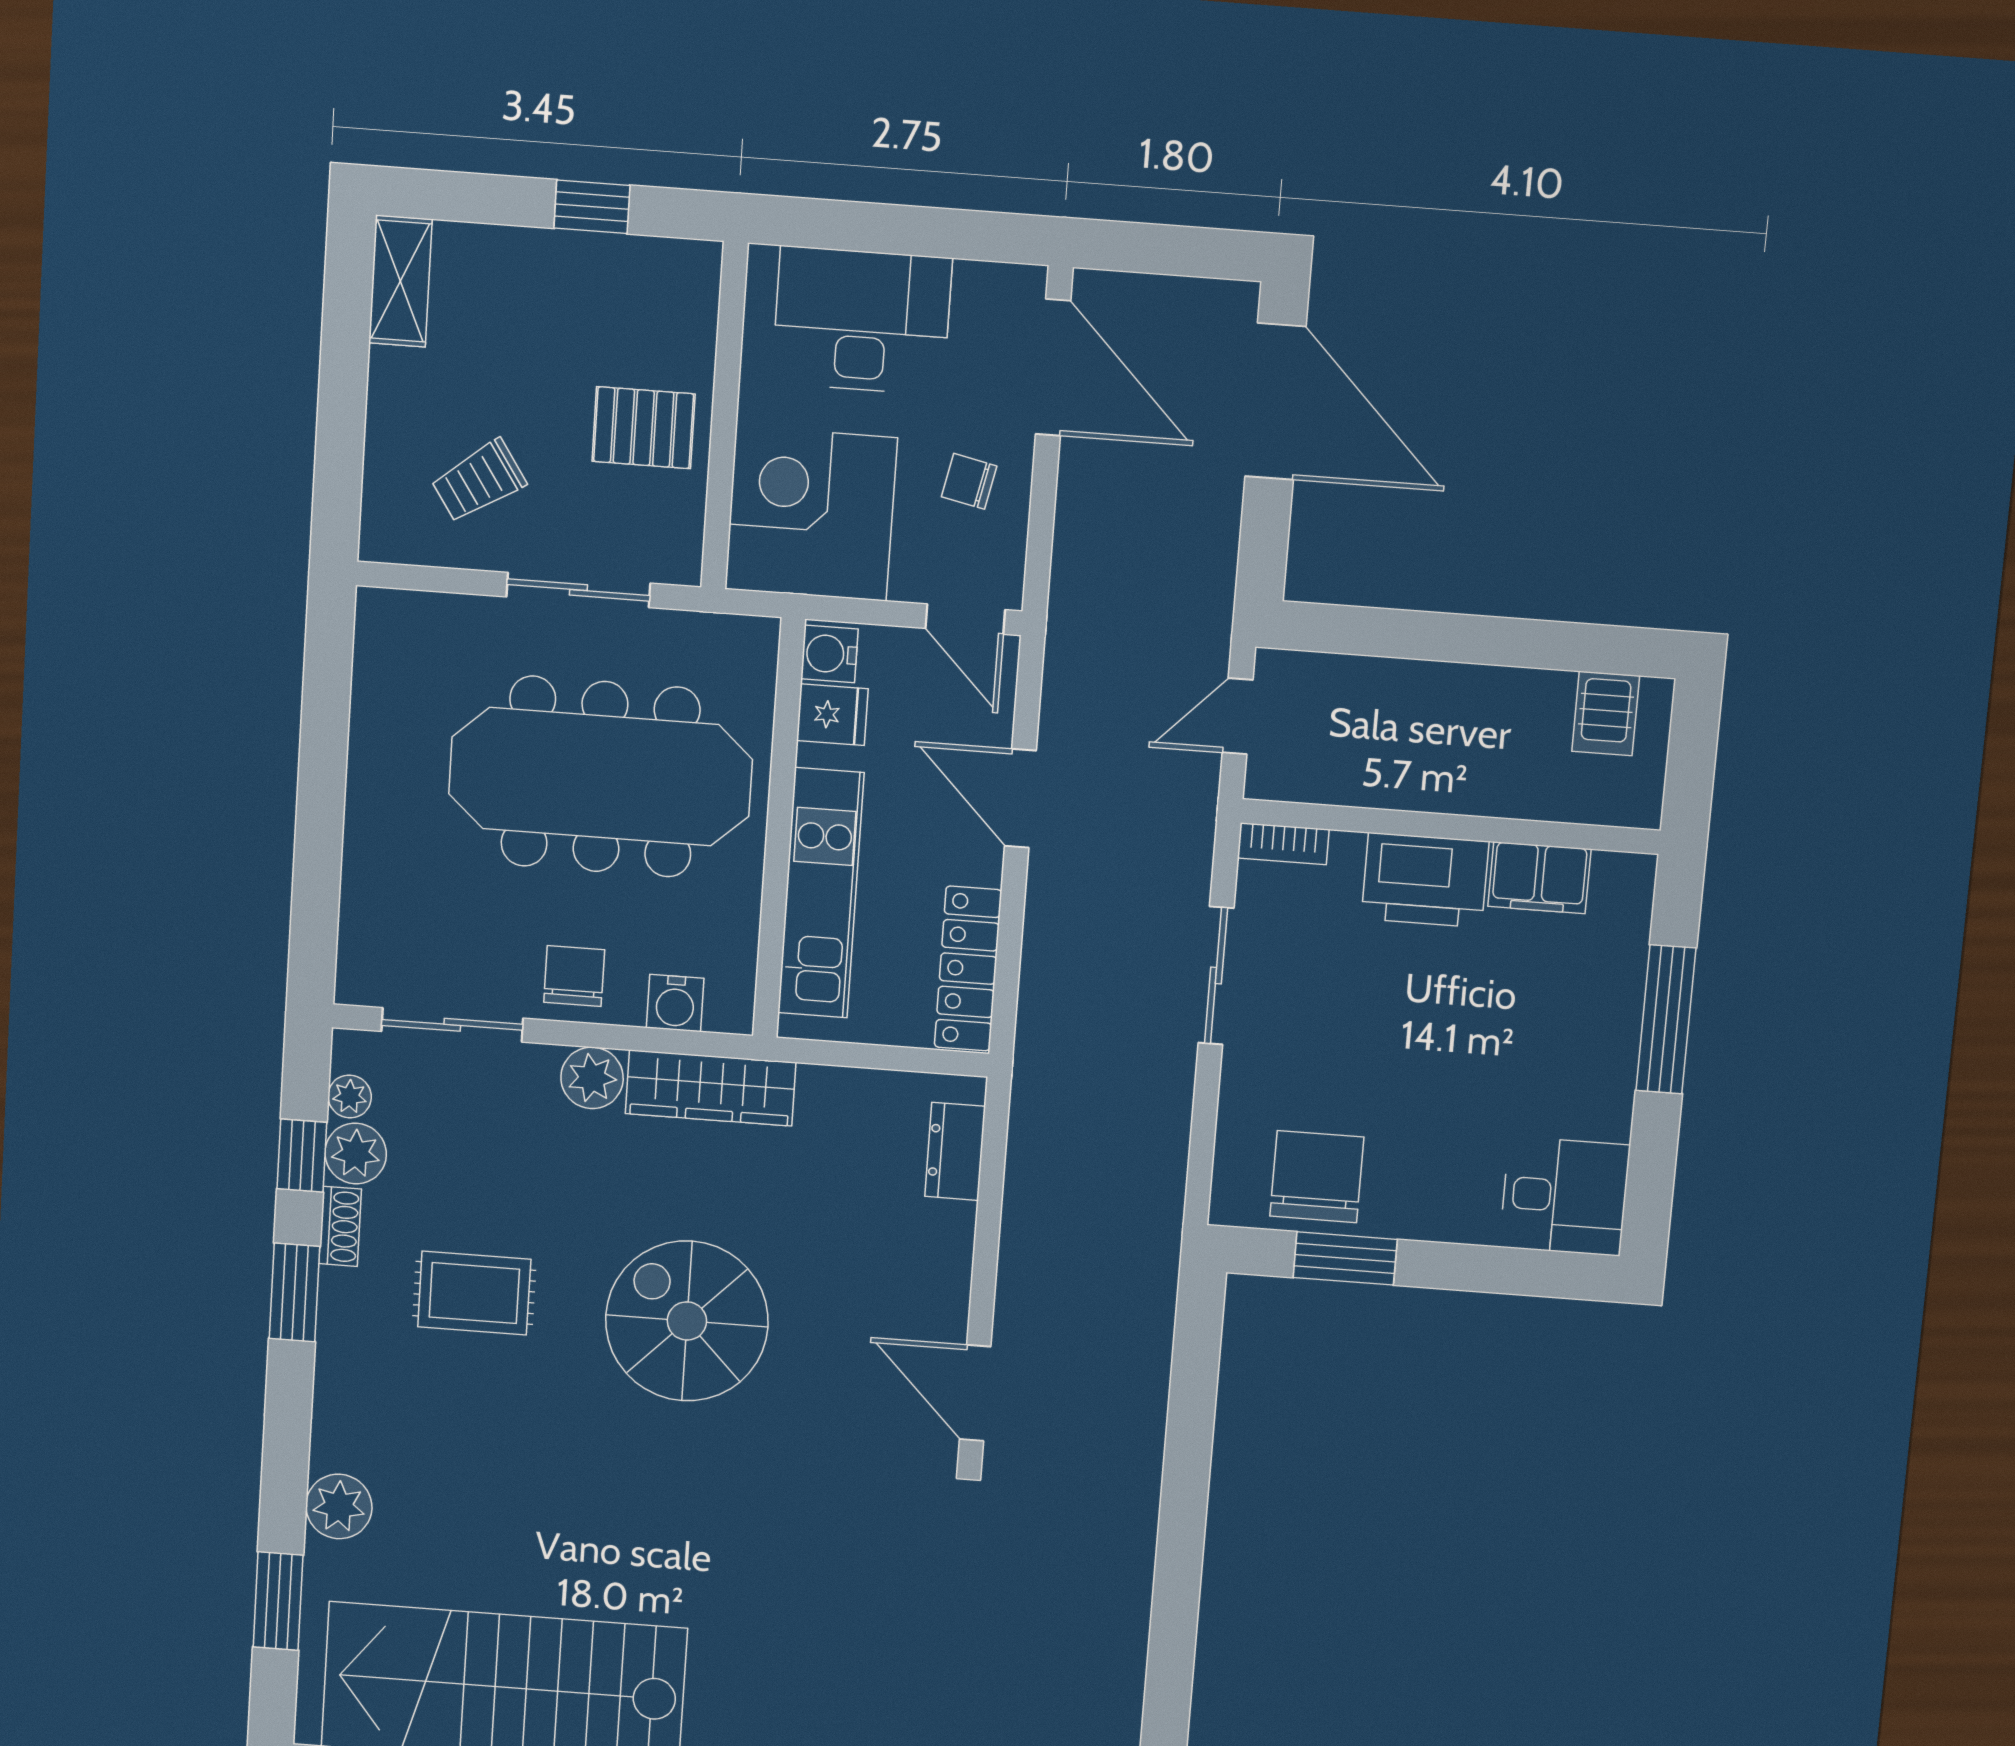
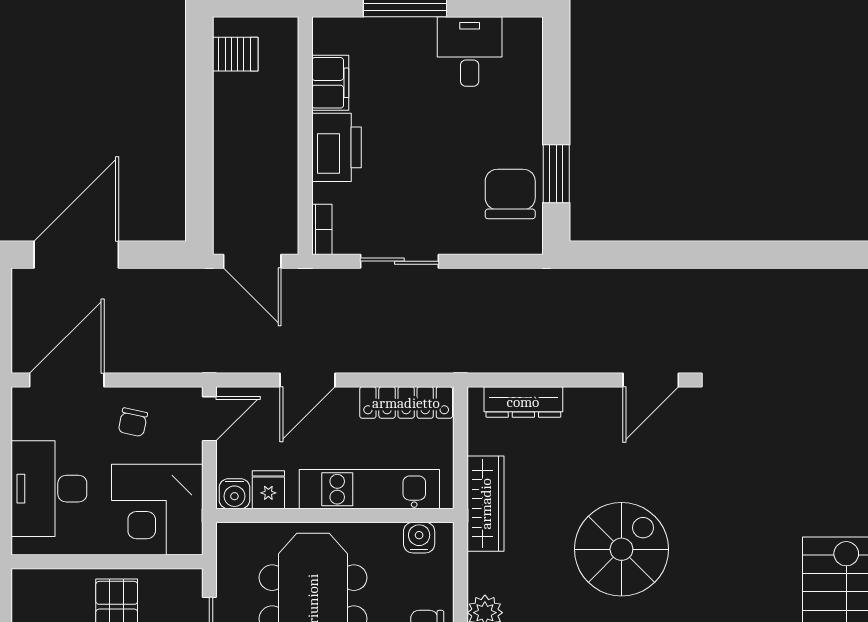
door: (1238, 716) -> (252, 261), width x1.37
water cooler: (675, 1003) -> (419, 538), moved, turned -90
wardrobe: (711, 1088) -> (486, 504), moved
dresser: (955, 1151) -> (523, 402), width x1.44
chair: (1317, 1177) -> (510, 194), turned 90
desk: (1565, 1196) -> (470, 52), moved
spiral stairs: (687, 1321) -> (621, 549), turned 180

